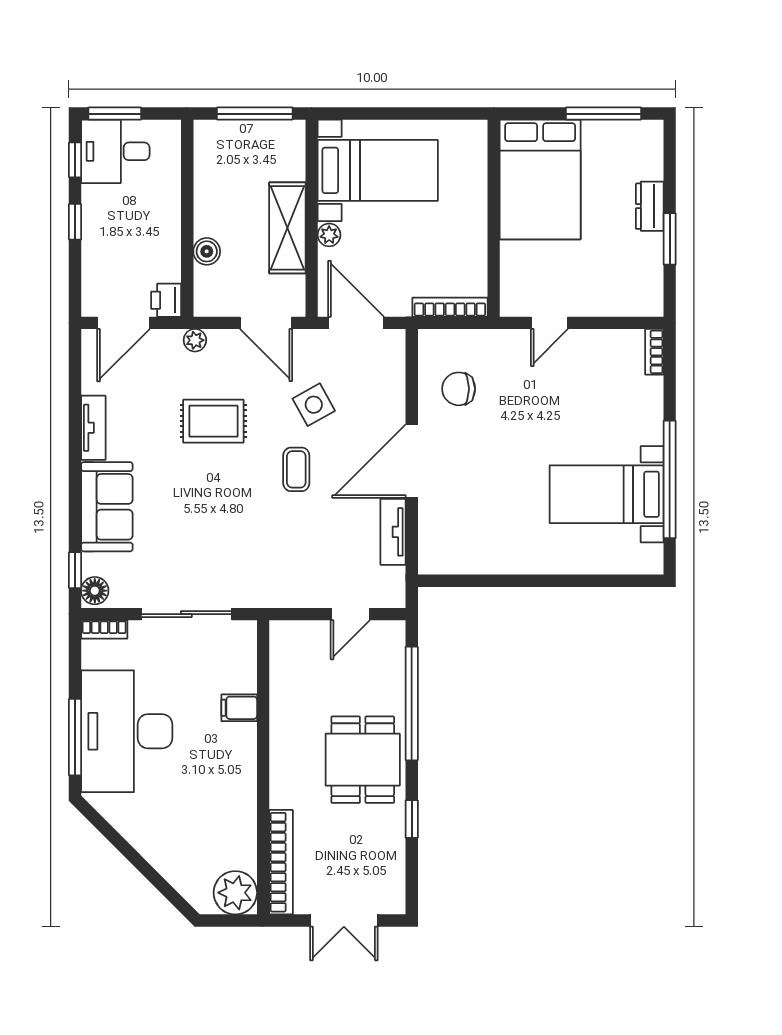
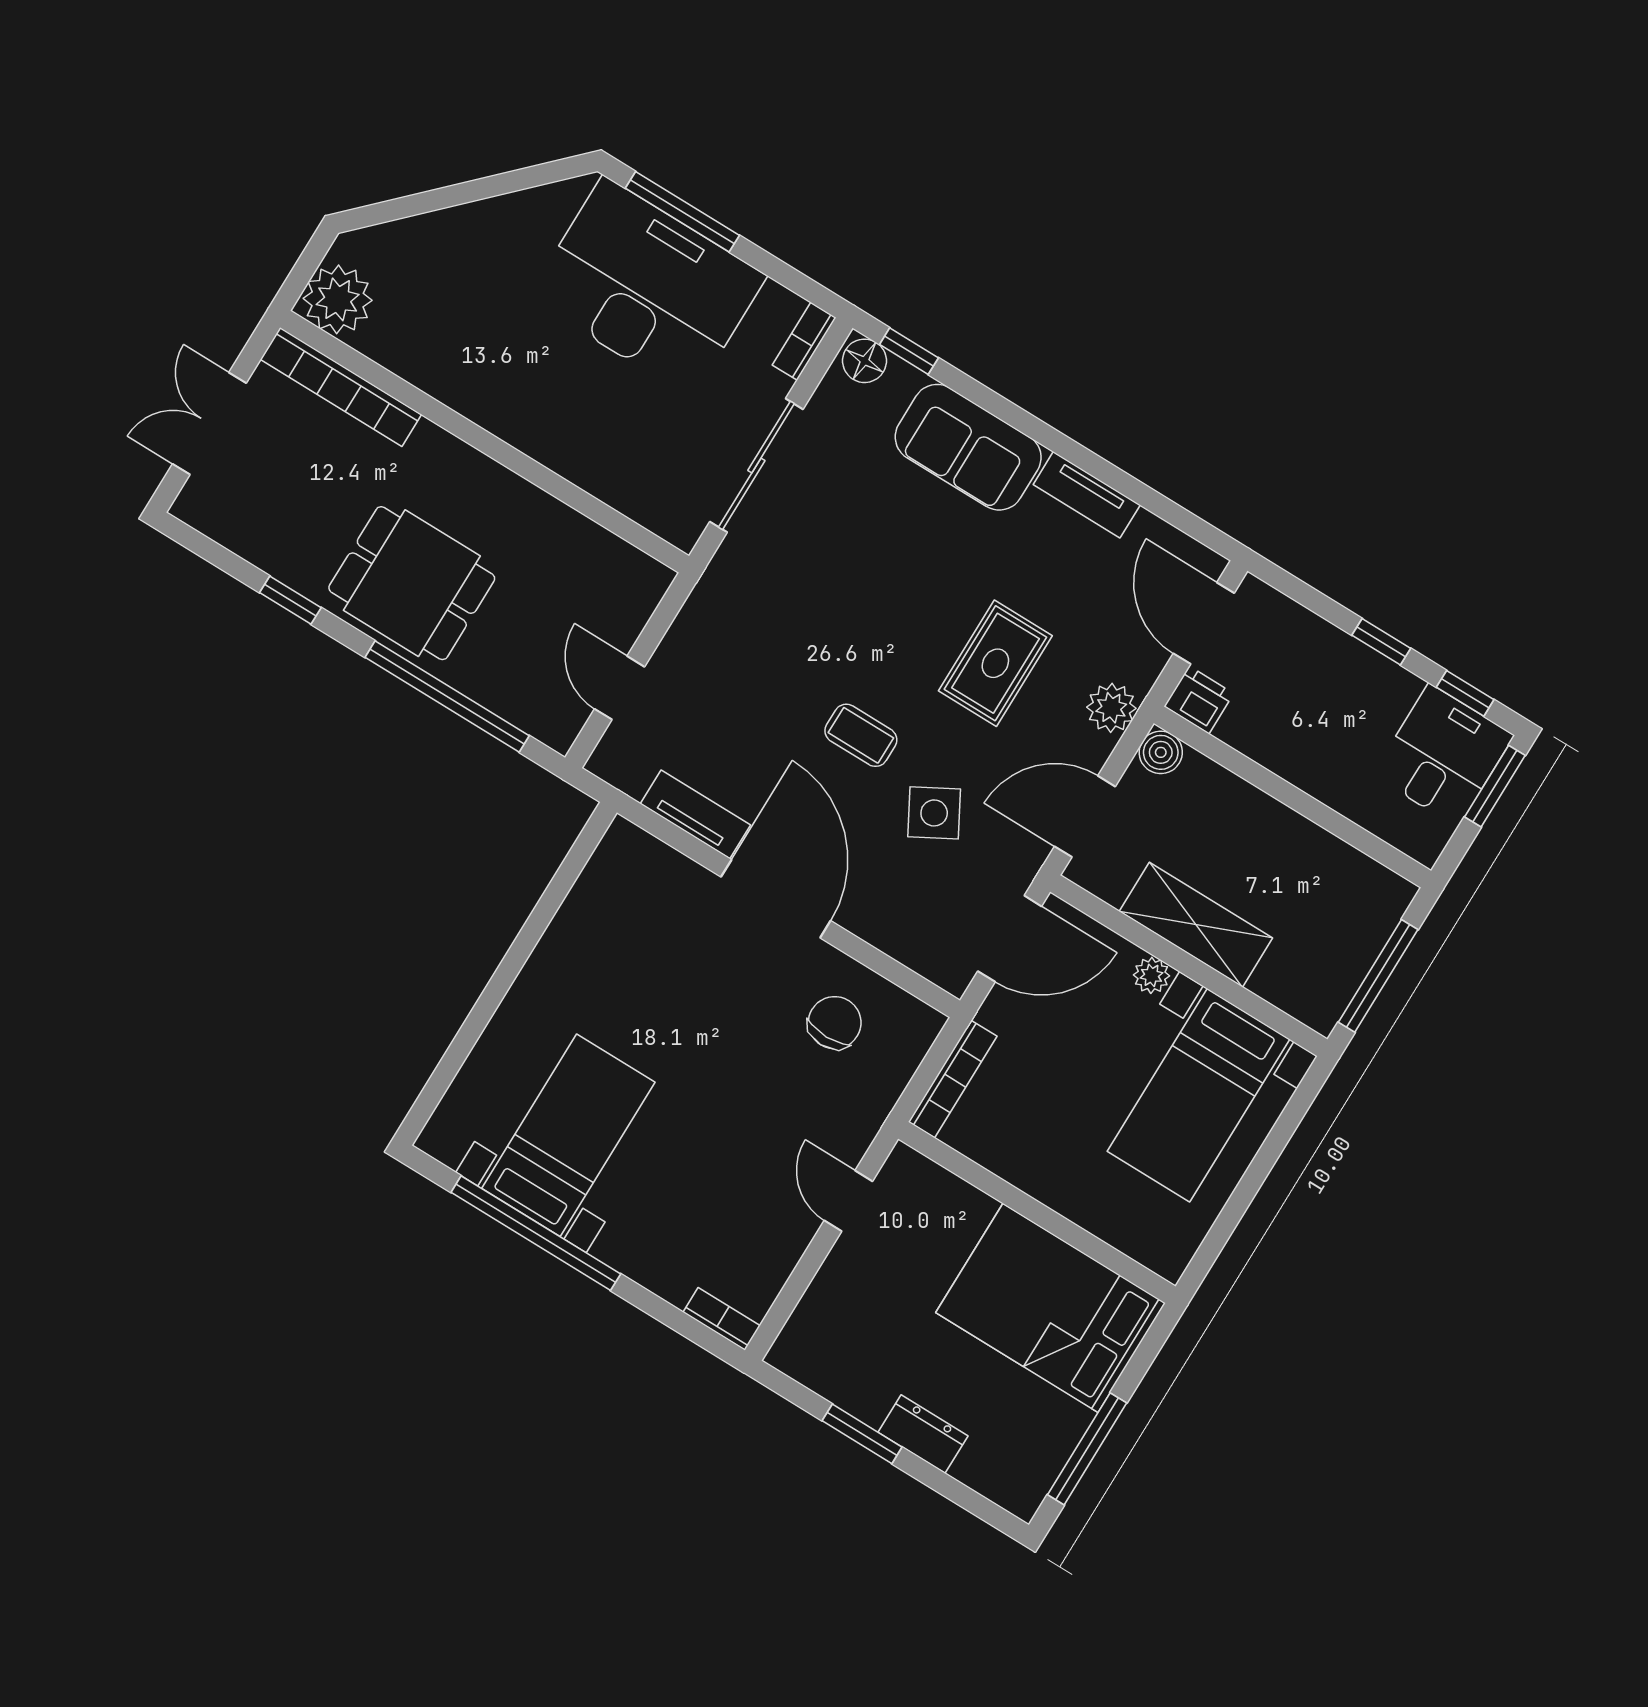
boiler: (207, 251) -> (1161, 752), moved
plant: (195, 340) -> (1111, 708), width x1.38, depth x1.38
filing cabinet: (239, 708) -> (585, 459), removed

